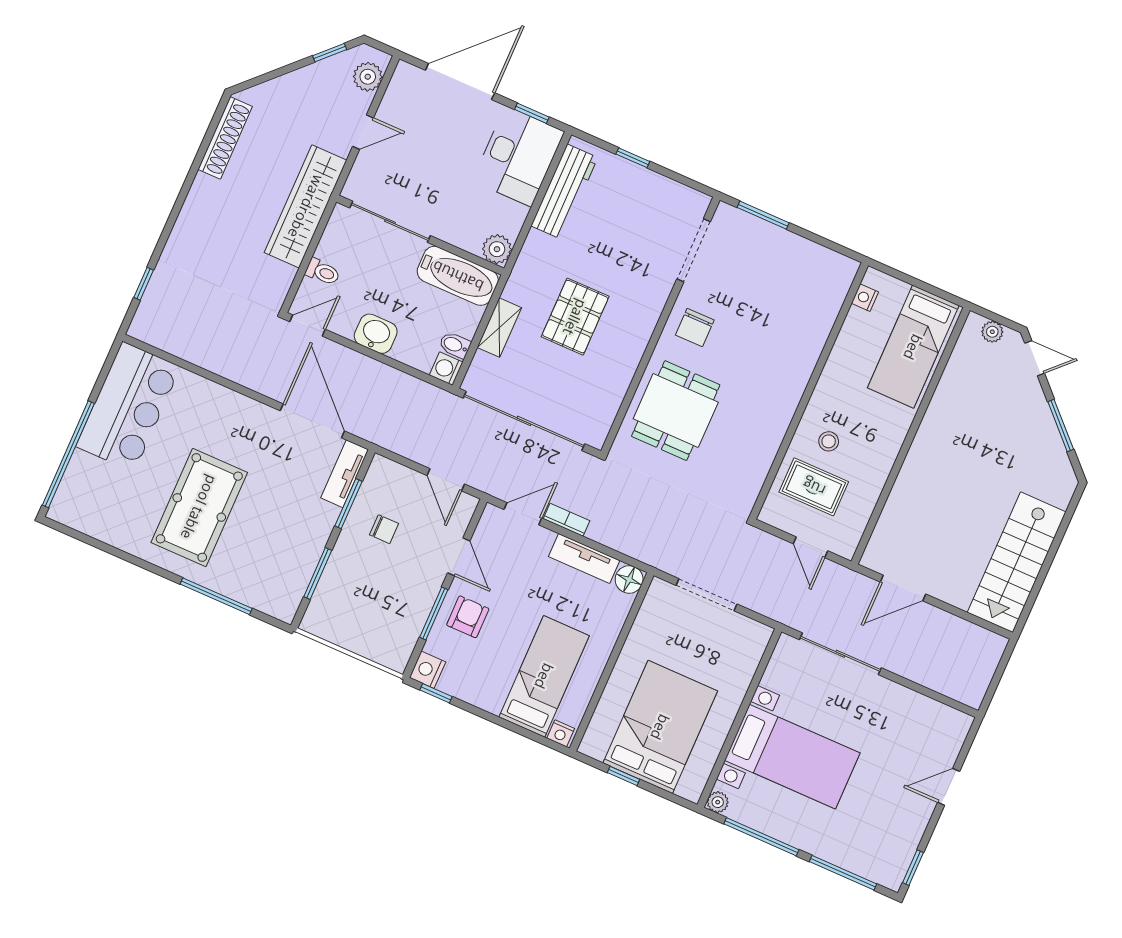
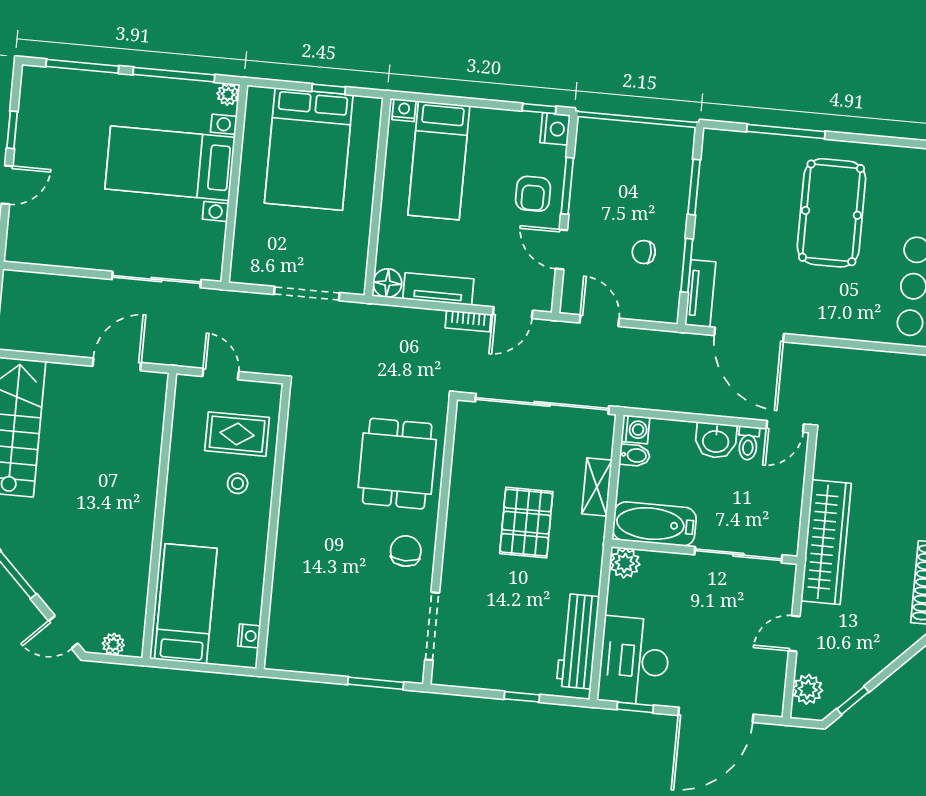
toilet: (323, 272) -> (748, 443), moved, turned -90
window: (913, 868) -> (12, 130), moved

